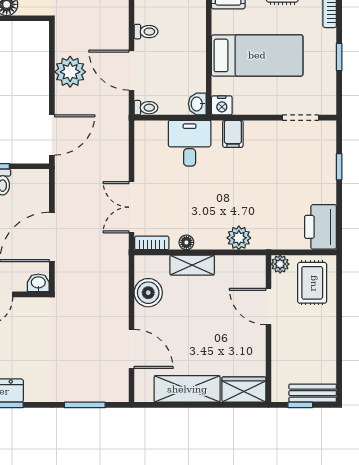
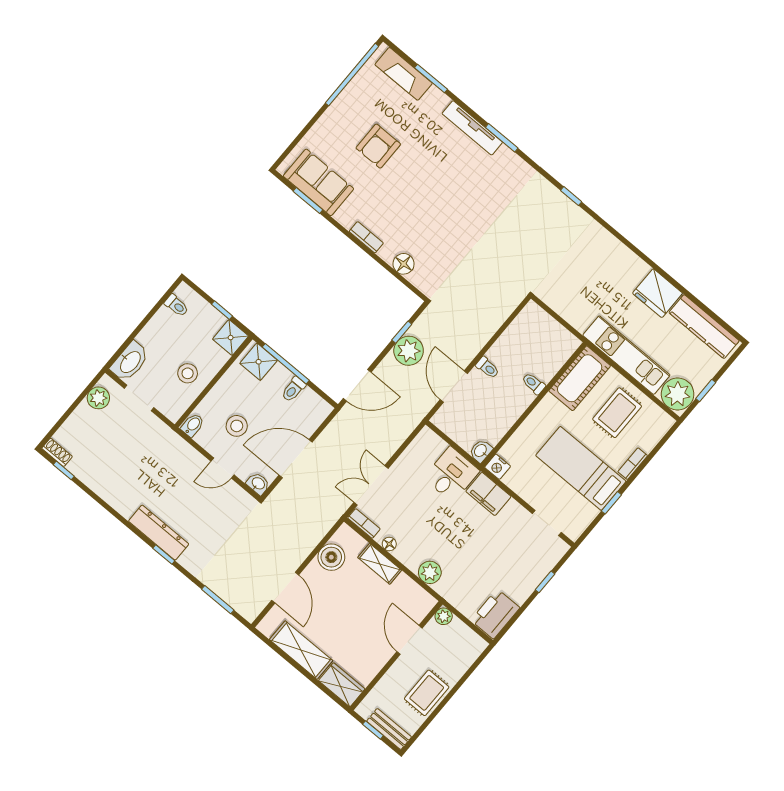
bed: (257, 55) -> (581, 468), moved, turned 180
window: (52, 61) -> (402, 332), added
toilet: (146, 108) -> (534, 384), moved, turned 180
filing cabinet: (233, 134) -> (488, 494), width x2.00
rug: (312, 283) -> (427, 693), moved

